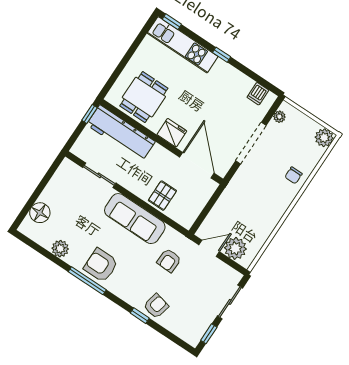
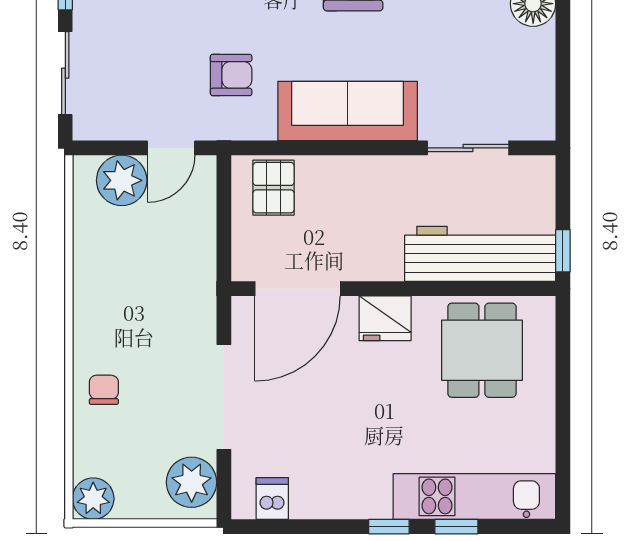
window: (172, 22) -> (456, 527), moved
plant: (279, 117) -> (192, 482), width x1.88, depth x1.88
door: (197, 165) -> (298, 289), hinge flipped
pallet: (162, 196) -> (274, 188), moved
armchair: (169, 261) -> (231, 75), turned 88

